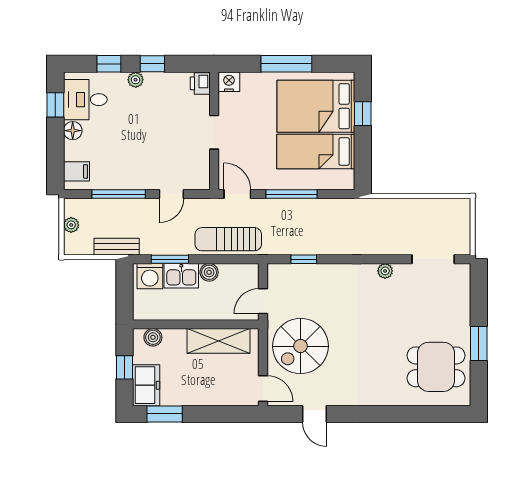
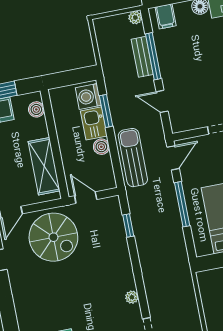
plant: (71, 225) -> (135, 18), moved
bench: (117, 247) -> (142, 57), moved
spiral stairs: (300, 346) -> (53, 237), turned 180

